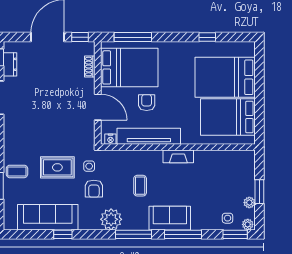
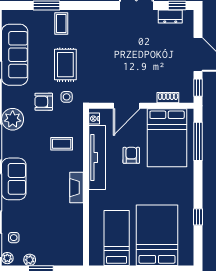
armchair: (147, 103) -> (131, 155), turned -90
bed: (228, 117) -> (117, 238), width x0.67
coffee table: (140, 186) -> (62, 144), moved

